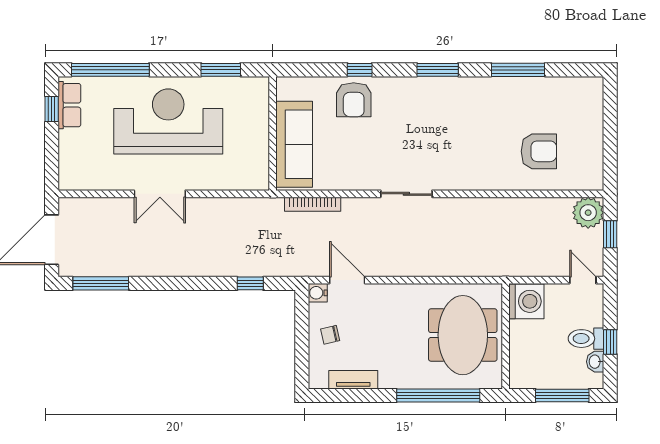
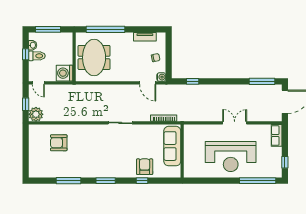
window: (221, 70) -> (206, 181), removed
row of seats: (69, 105) -> (277, 135), moved

